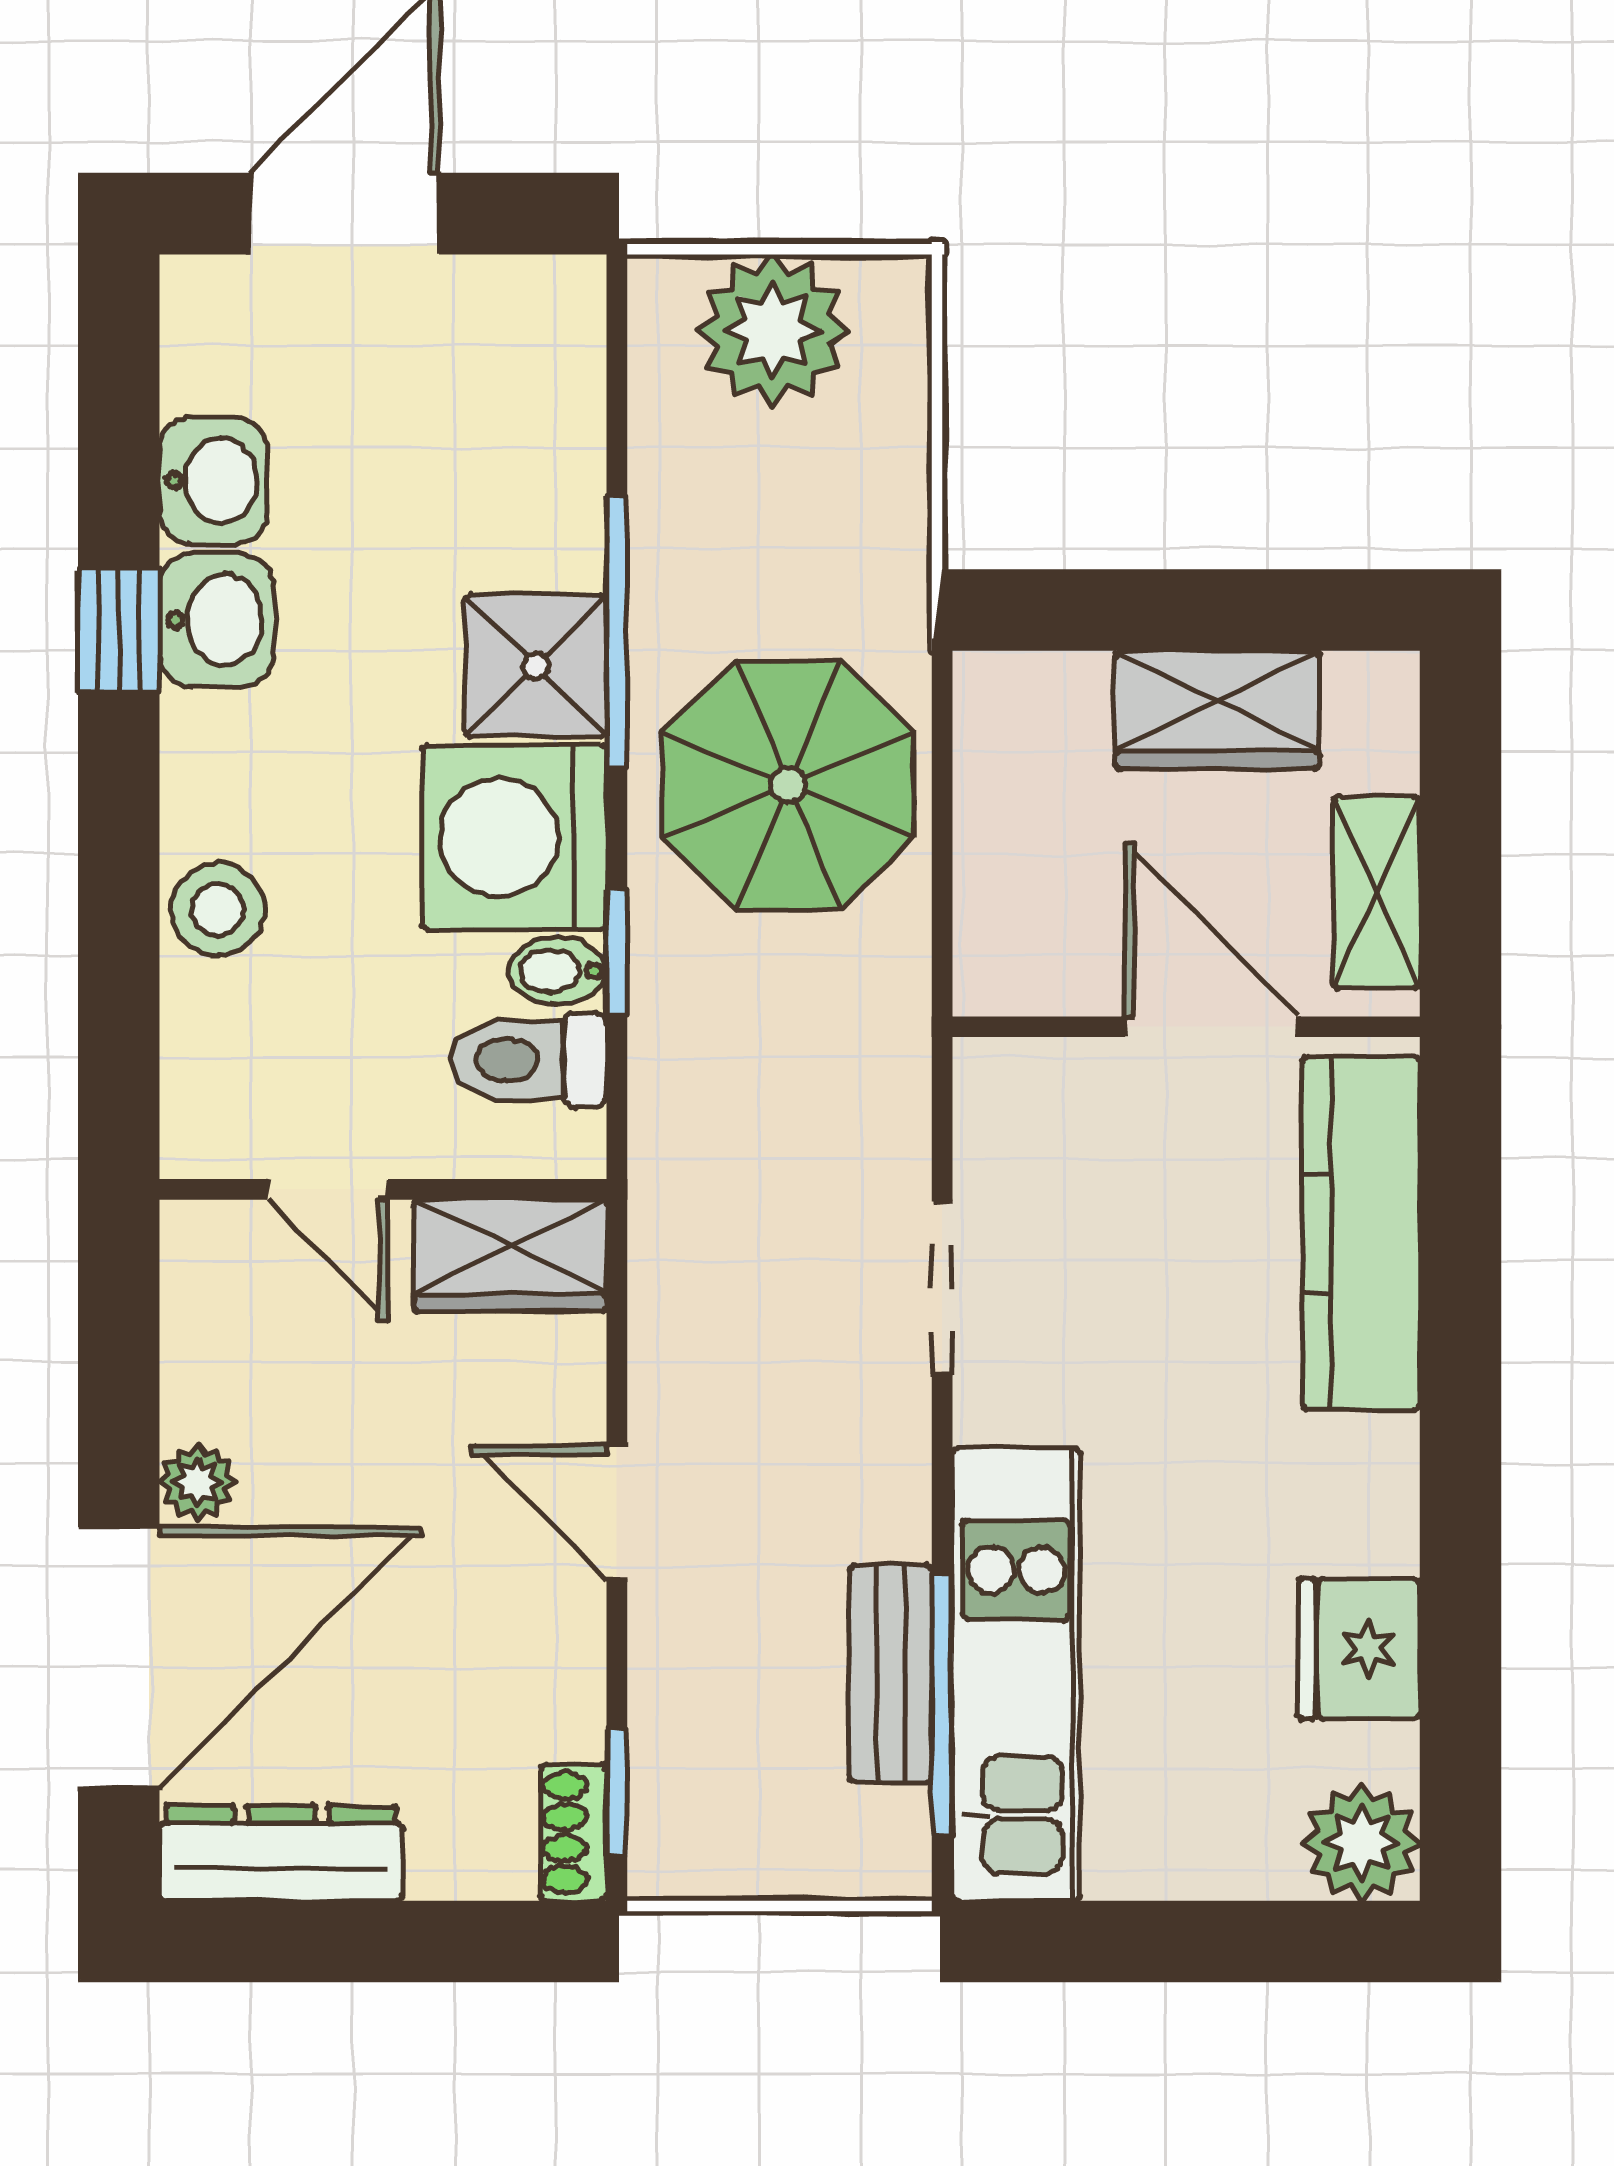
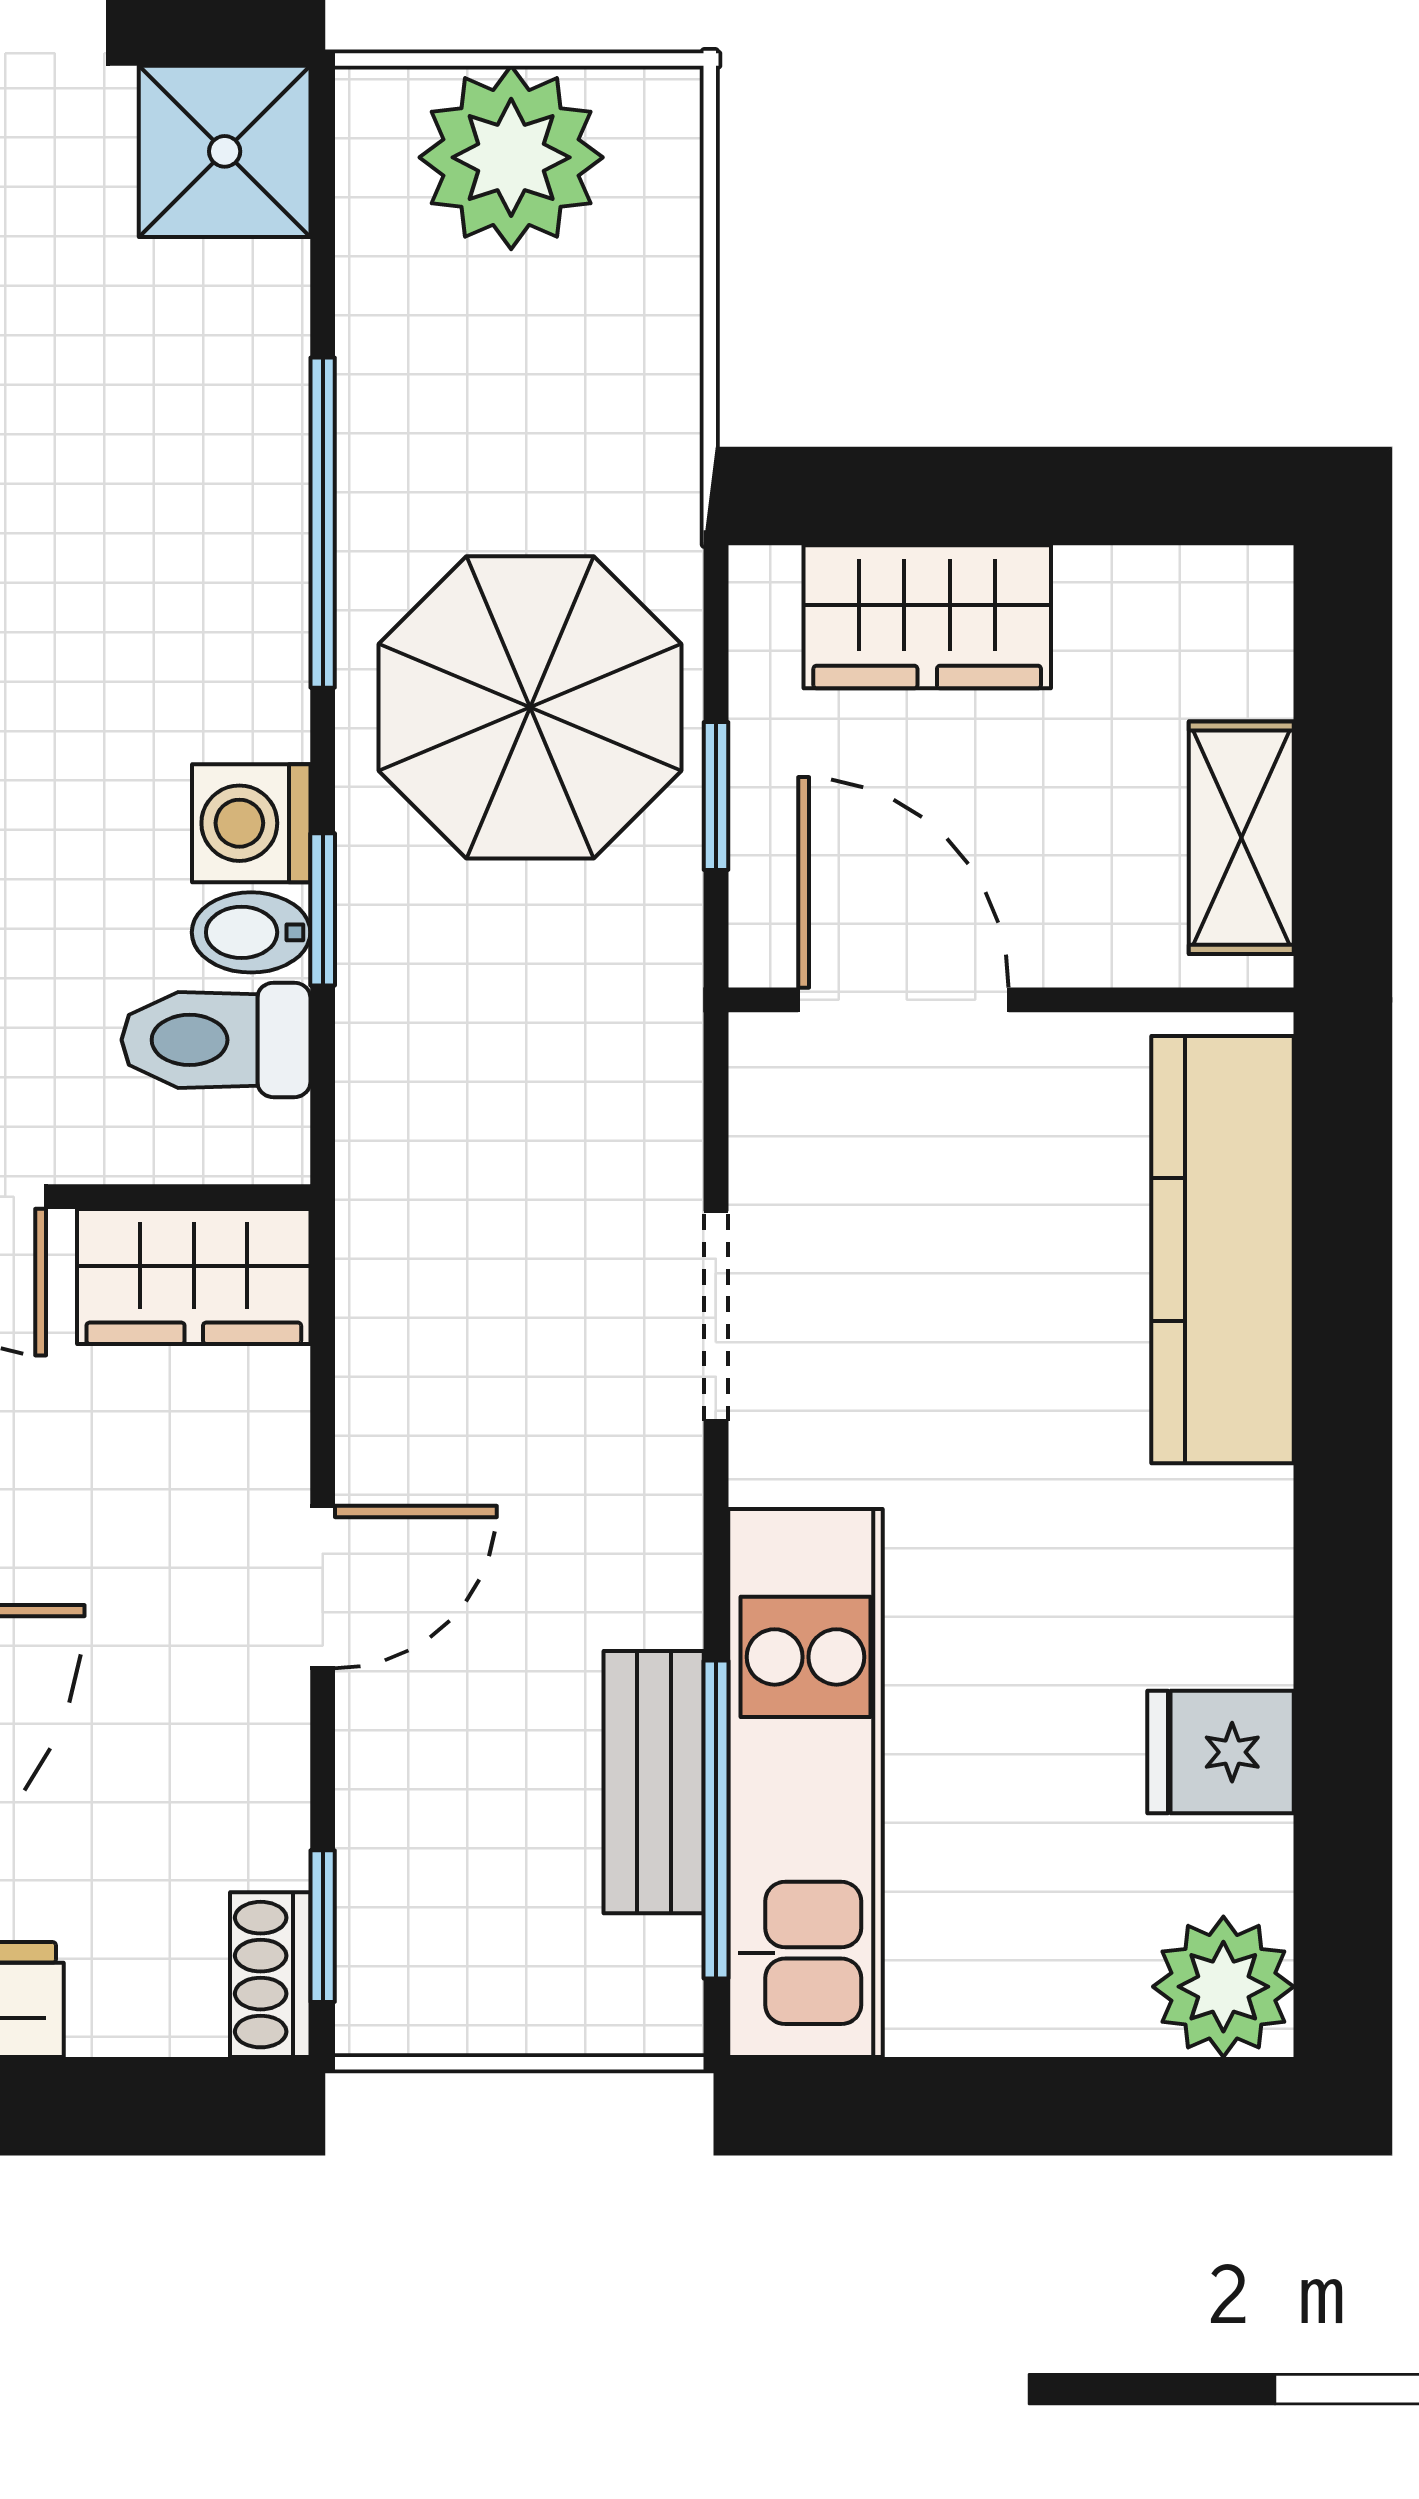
shower: (536, 666) -> (225, 151), moved
wardrobe: (1217, 710) -> (927, 617), moved
washing machine: (514, 837) -> (251, 823), width x0.53, depth x0.53
window: (942, 858) -> (716, 796), added
door: (1212, 1027) -> (903, 1000), moved
door: (617, 1512) -> (323, 1587), swing flipped
fridge: (1359, 1649) -> (1221, 1752), width x0.72

